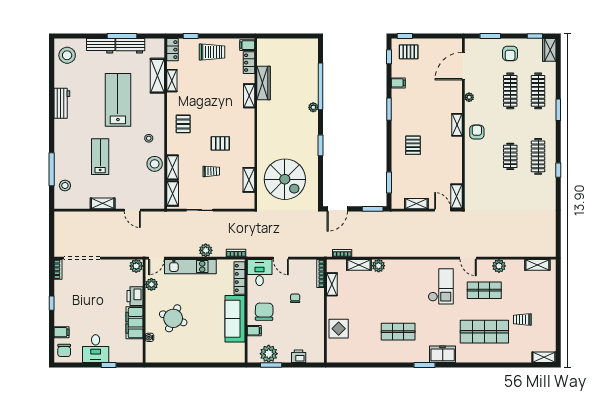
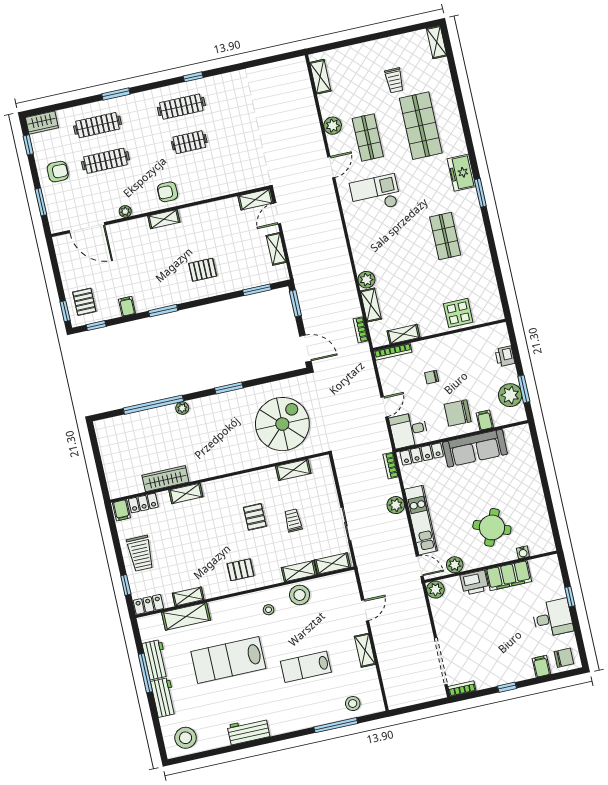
trolley: (212, 52) -> (140, 553), turned 180

